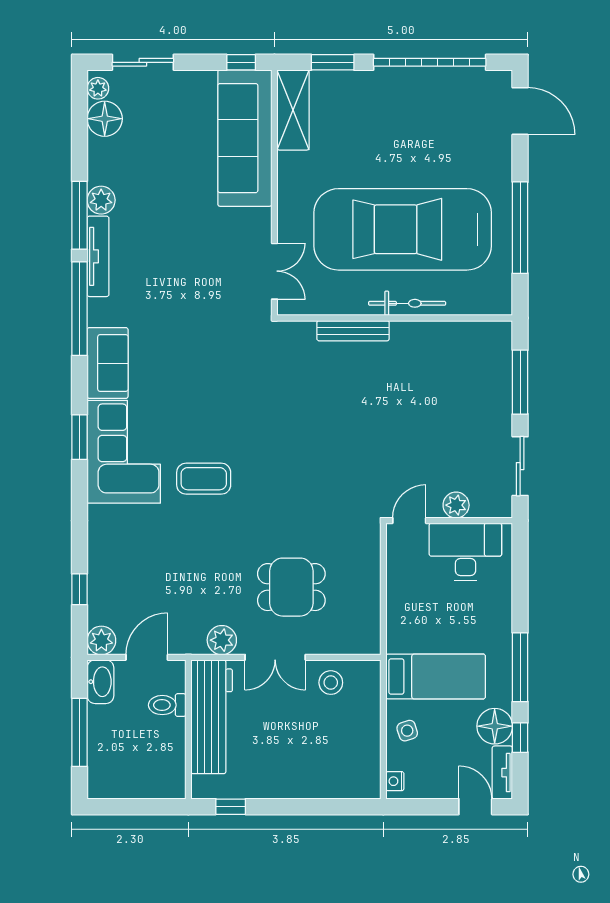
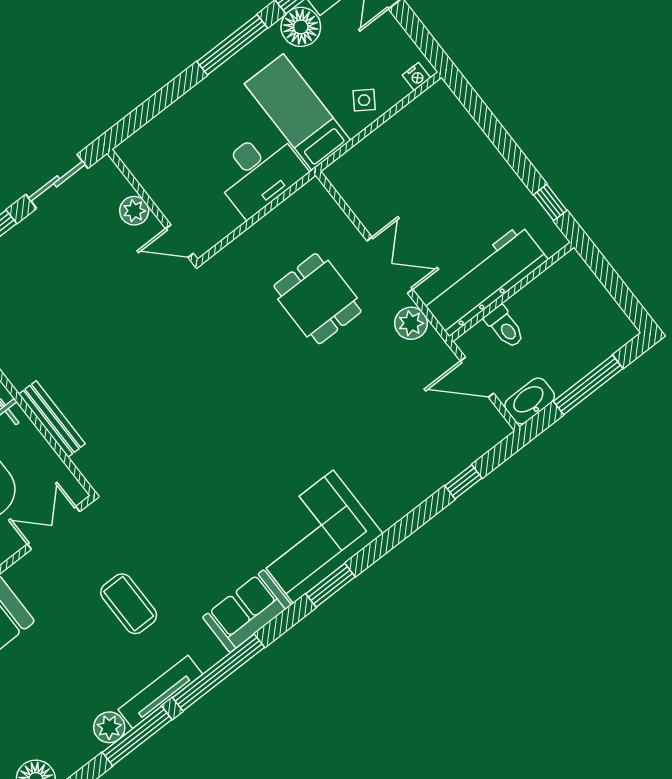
coffee table: (204, 479) -> (129, 604), moved
desk: (465, 552) -> (259, 172), moved, turned -90
plant: (101, 640) -> (493, 428), removed
stool: (331, 683) -> (374, 199), removed
side table: (407, 731) -> (364, 100), turned -38

